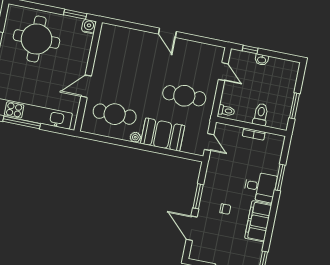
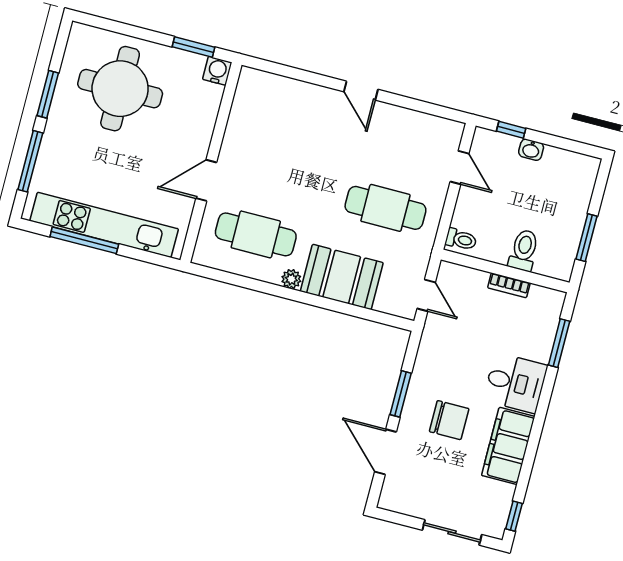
window: (280, 177) -> (559, 343), moved
chair: (225, 209) -> (449, 420), width x1.87, depth x1.87

